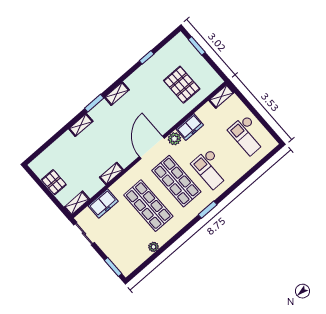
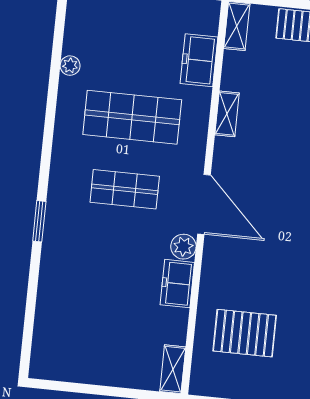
checkout: (248, 135) -> (84, 349), removed
checkout: (211, 169) -> (92, 252), removed
shop shelf: (176, 181) -> (125, 189), width x0.70, depth x0.74
window: (208, 210) -> (39, 221), moved

